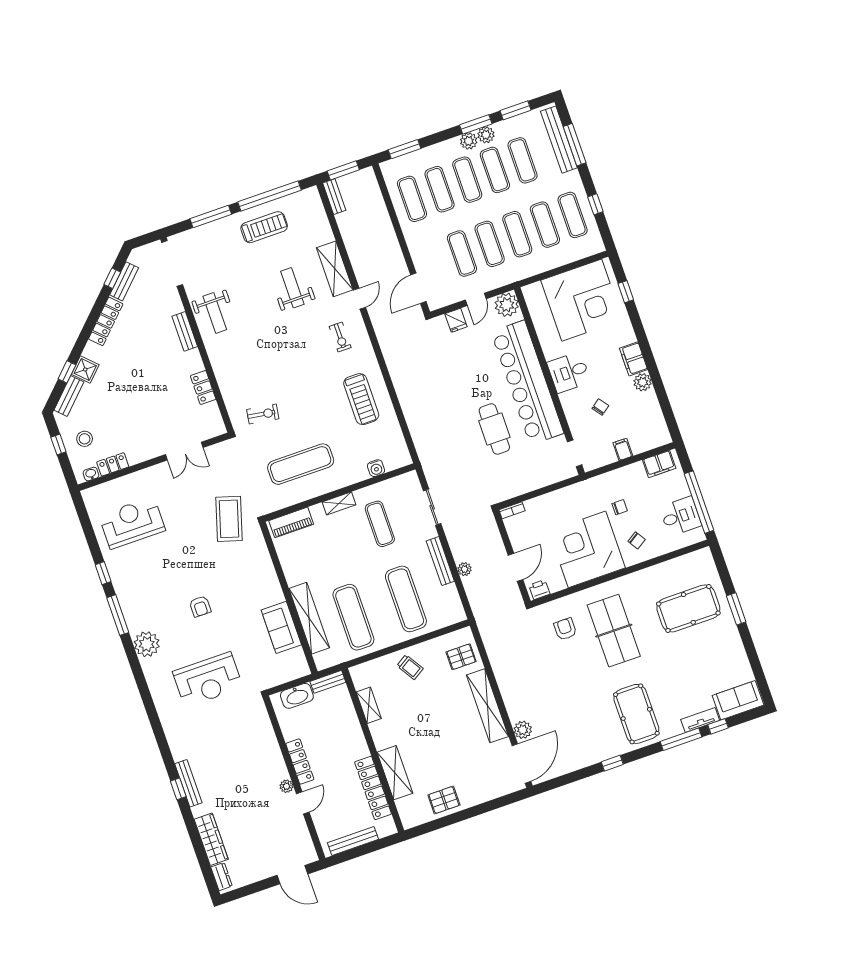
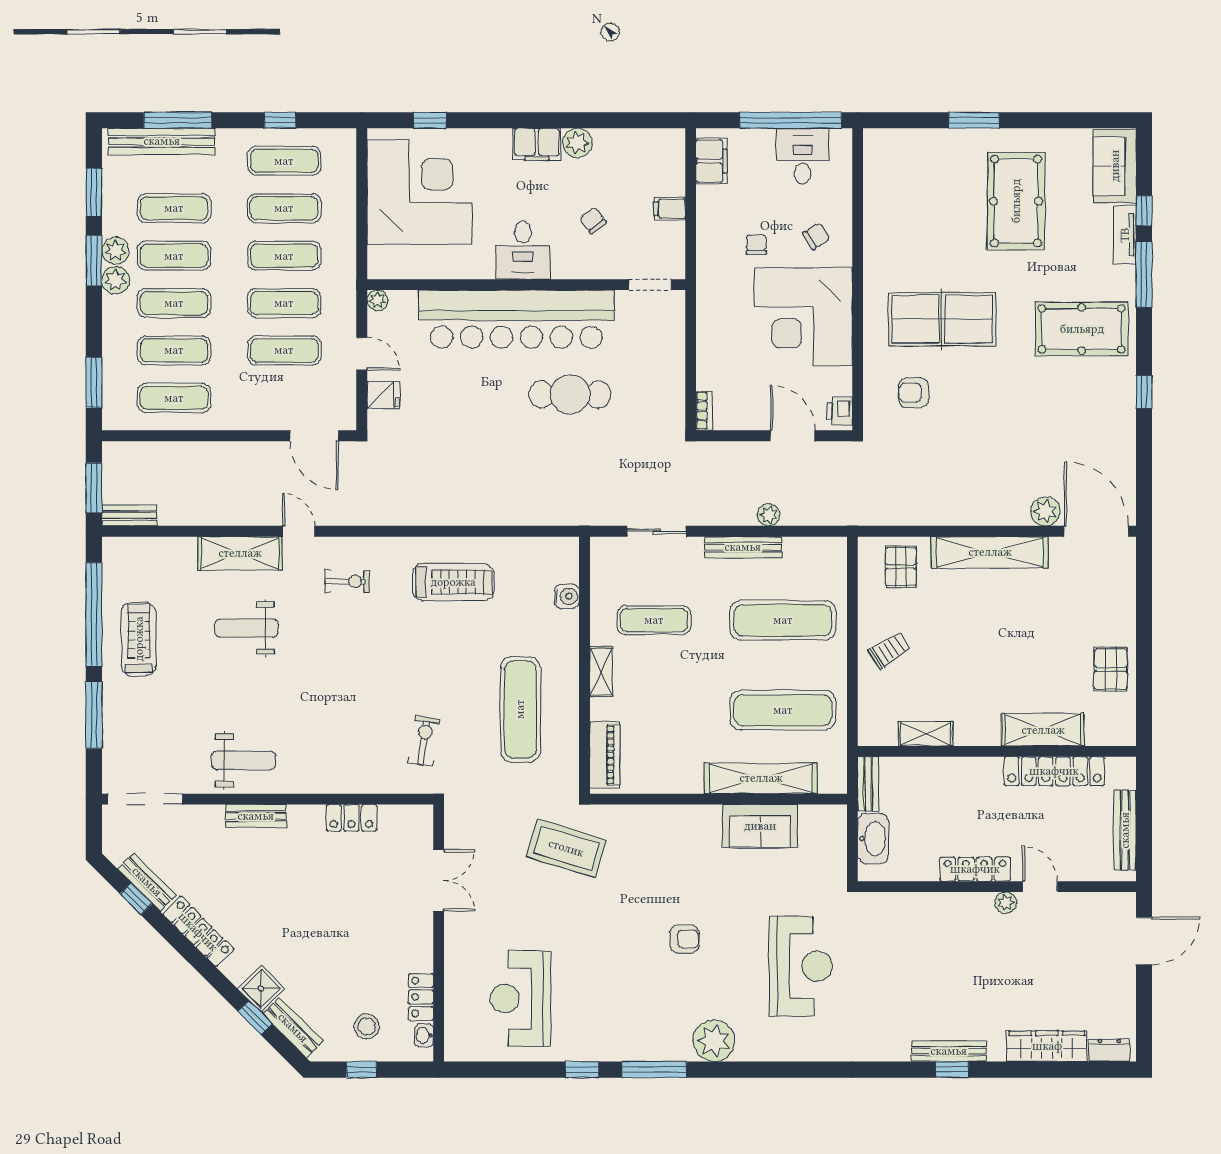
plant: (507, 305) -> (377, 300), width x0.53, depth x0.53
pool table: (688, 608) -> (1016, 201), moved

